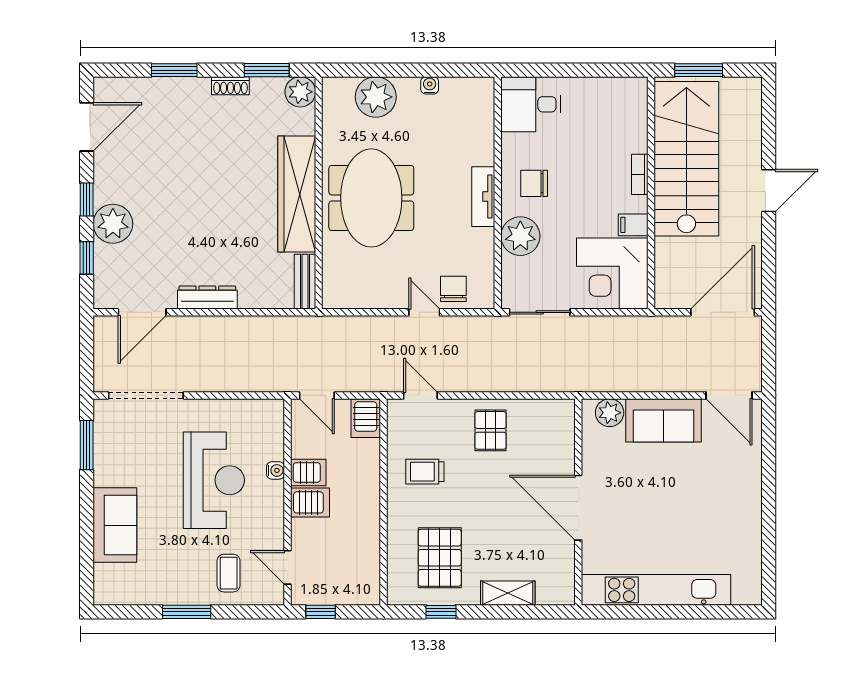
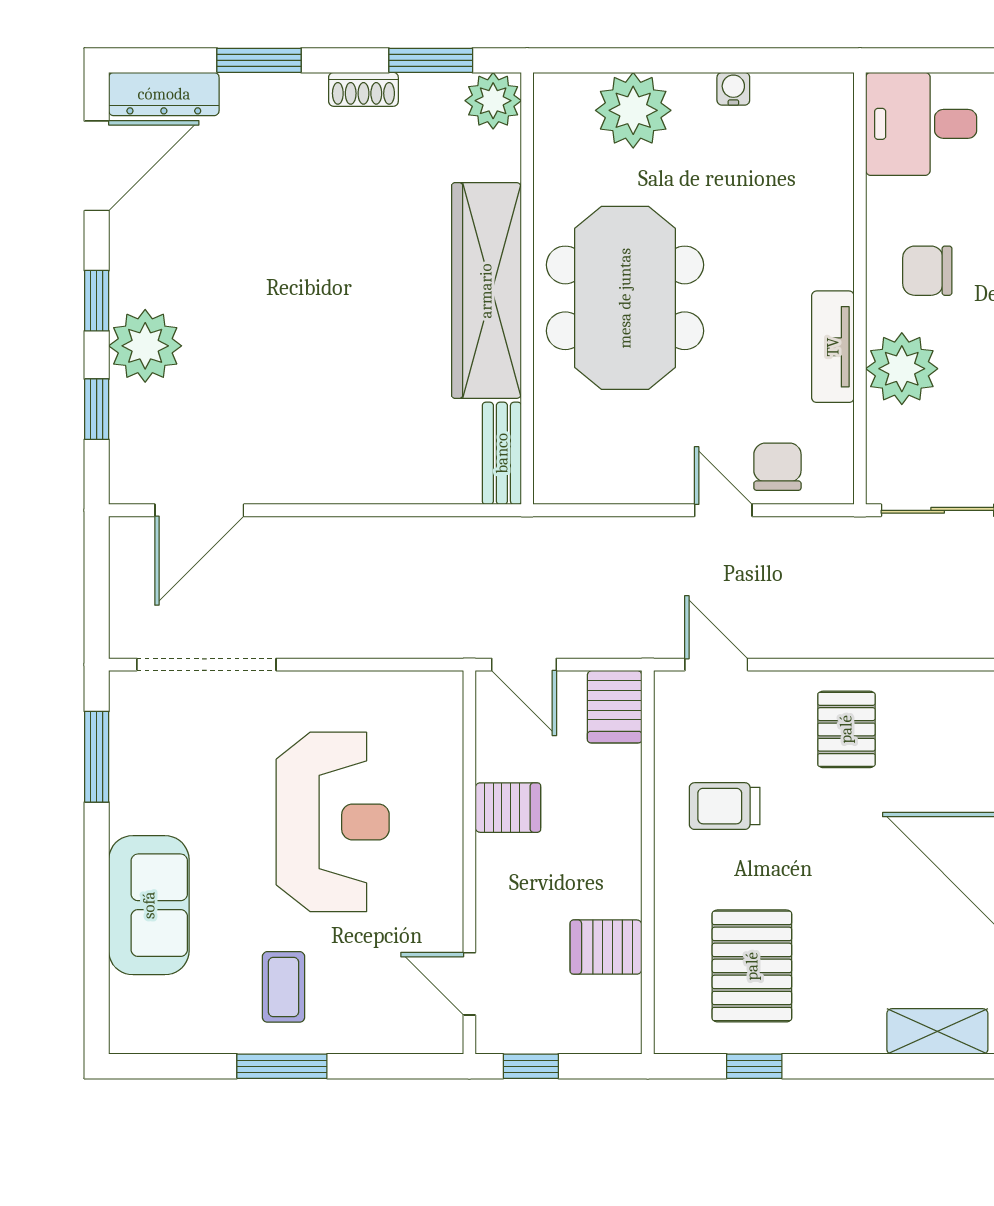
tv unit: (483, 197) -> (833, 347), moved
dresser: (207, 298) -> (164, 94), moved, turned 180
water cooler: (276, 470) -> (447, 804), removed
server rack: (310, 502) -> (606, 947), moved, turned 180
coffee table: (229, 573) -> (283, 987), moved
shelving: (508, 593) -> (937, 1031), moved

